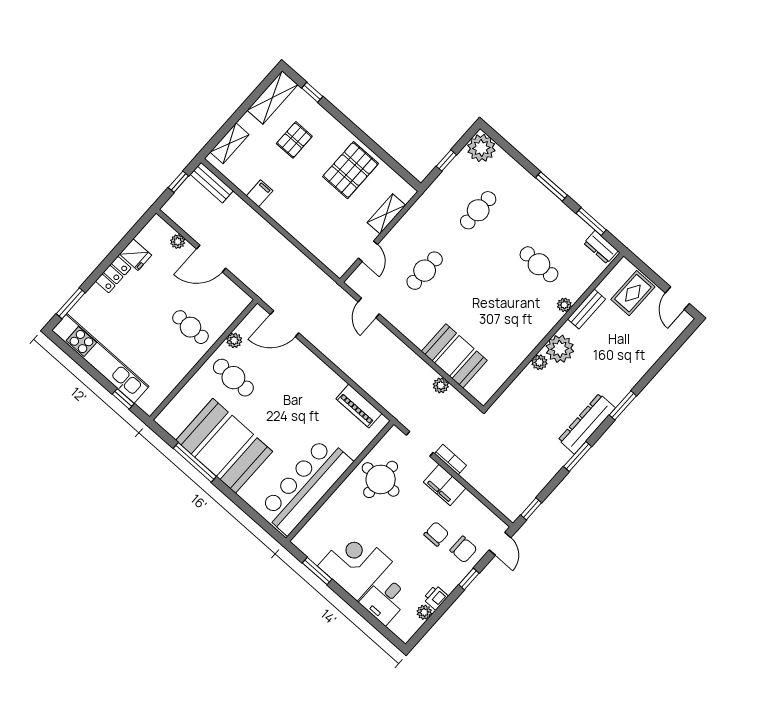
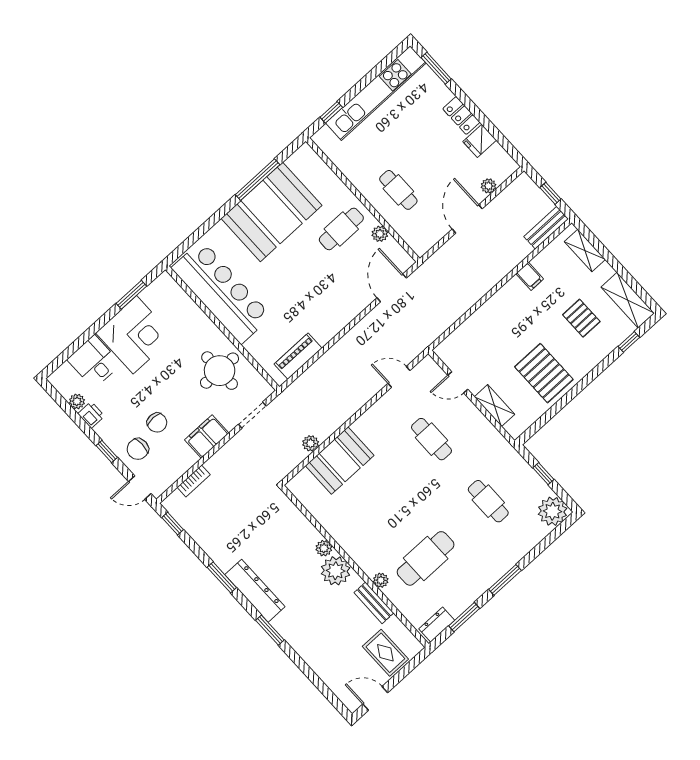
cafe table: (539, 264) -> (426, 558), width x1.37, depth x1.35
cafe table: (190, 327) -> (398, 190), turned 90
bookcase: (451, 460) -> (194, 481), moved

